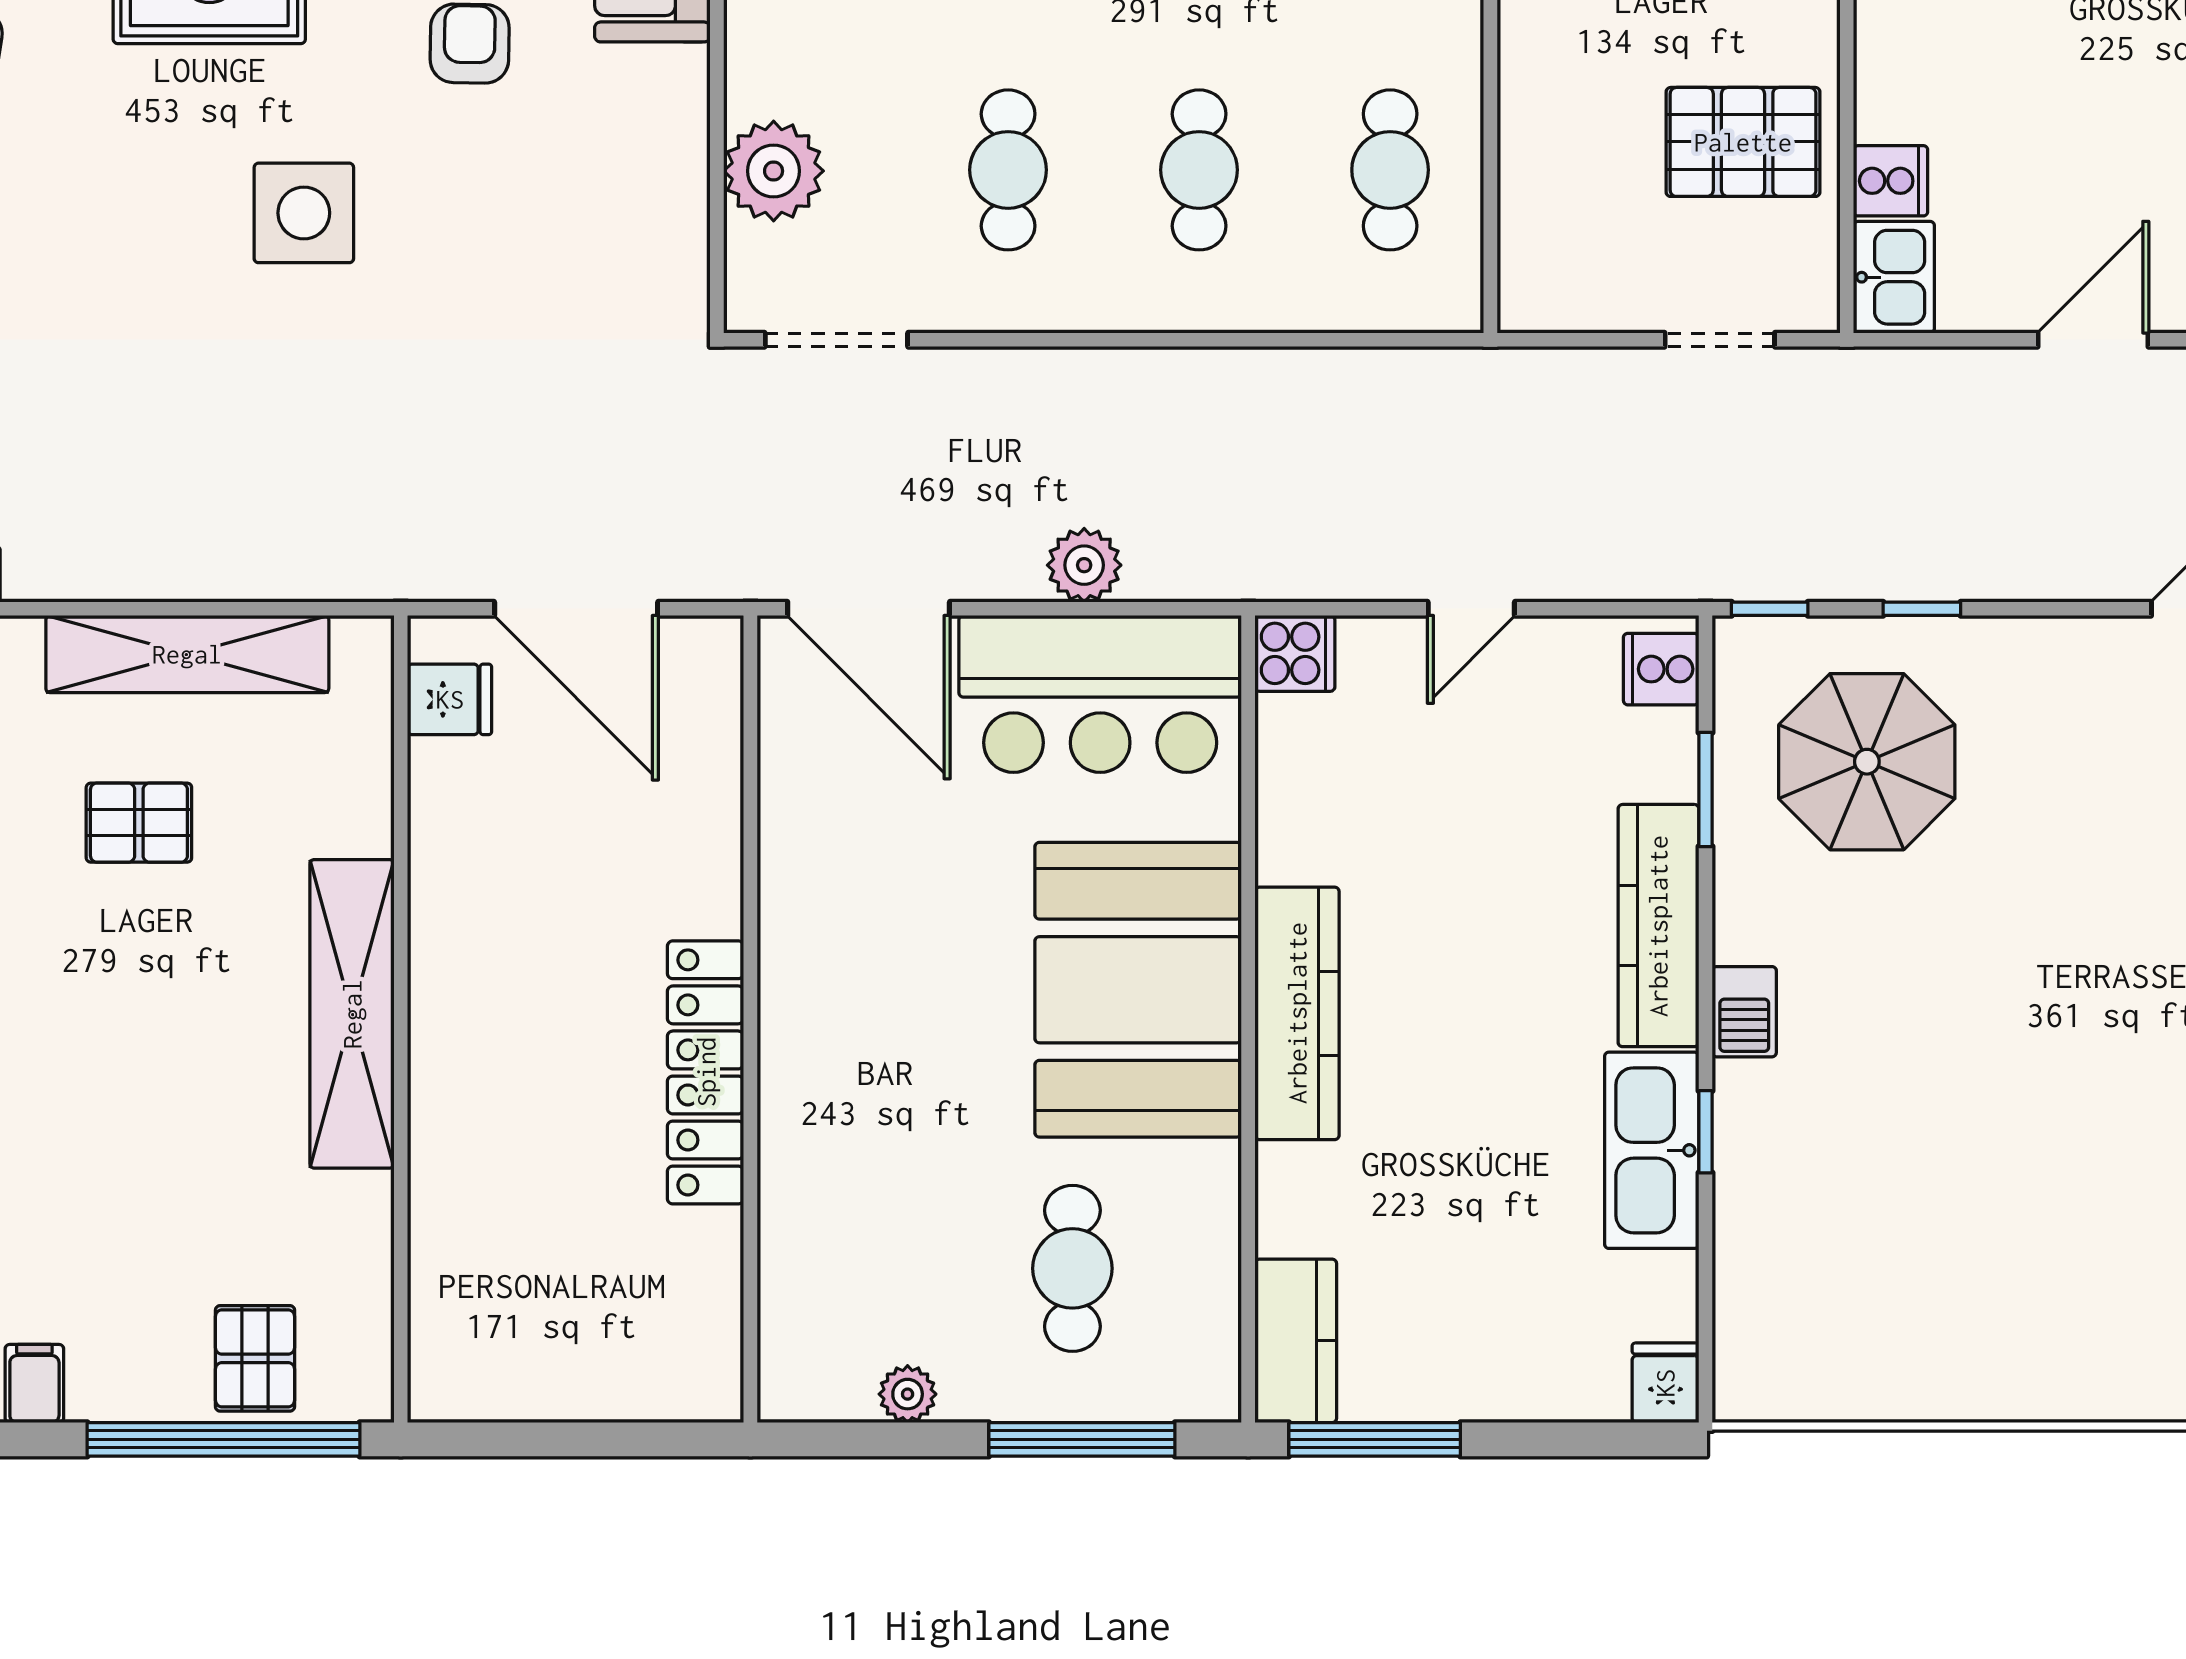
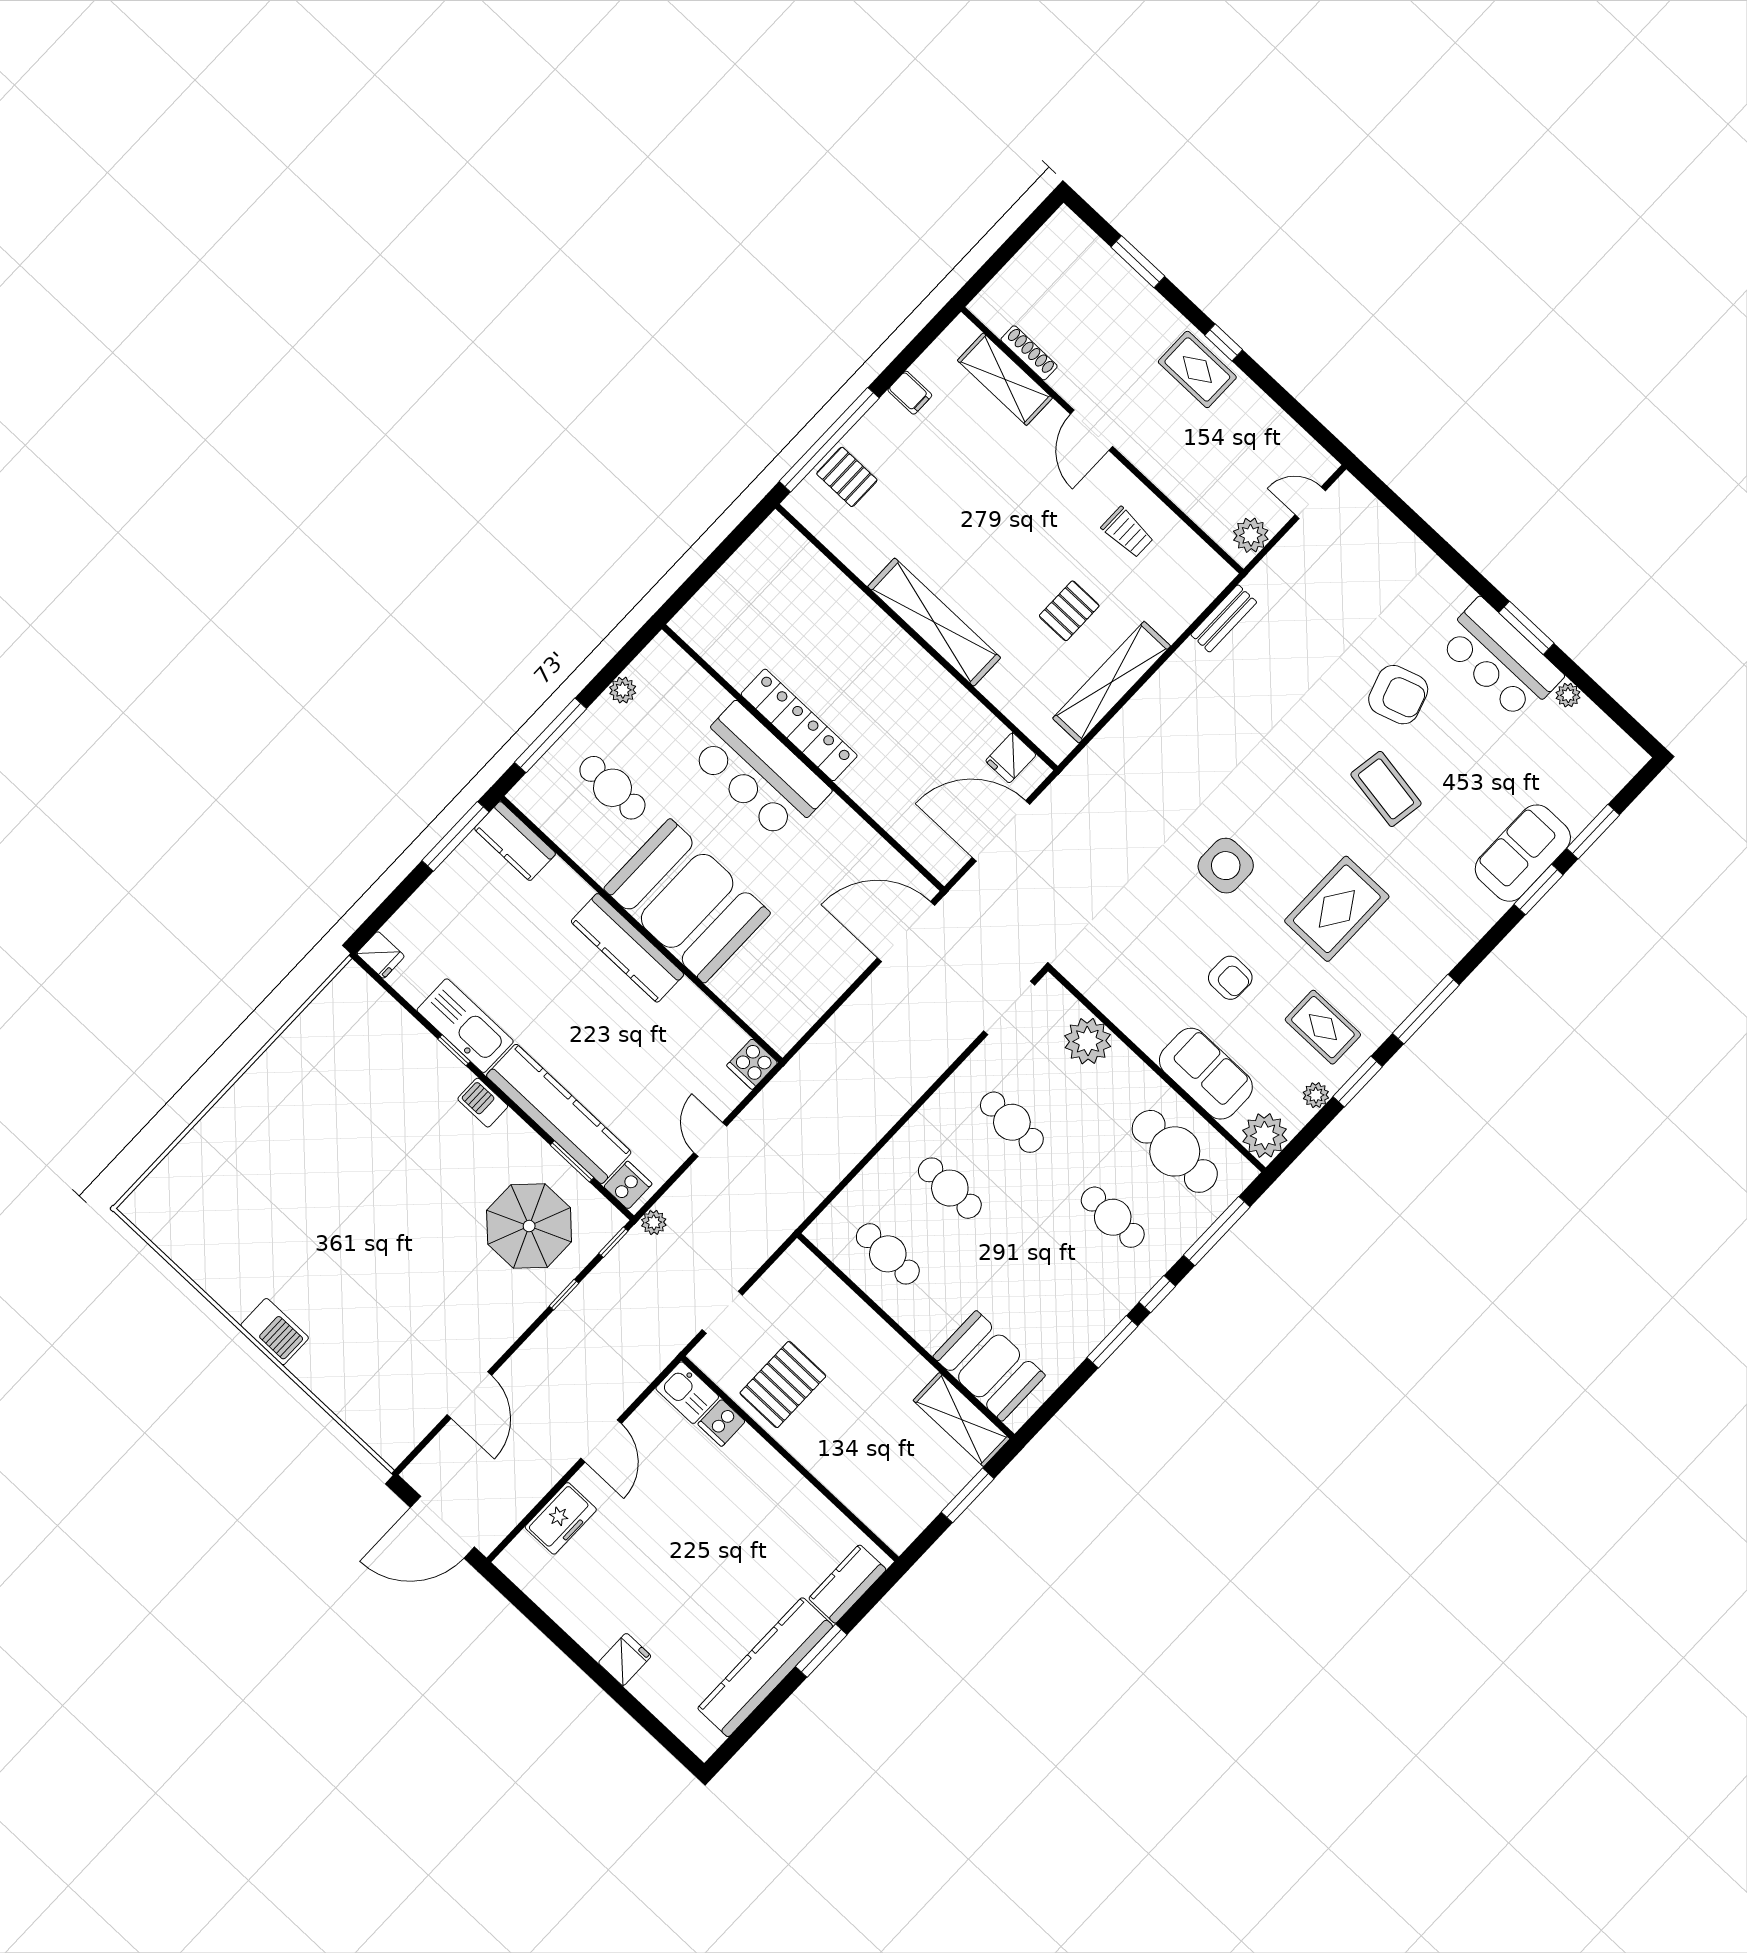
plant: (1084, 565) -> (654, 1222), moved, width x0.73, depth x0.73
bar counter: (1100, 694) -> (759, 772), moved, turned -90
kitchen counter: (1658, 926) -> (559, 1114), width x1.39, depth x1.17

